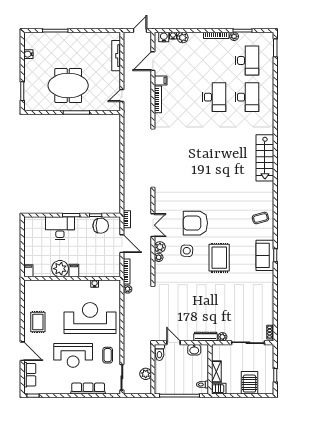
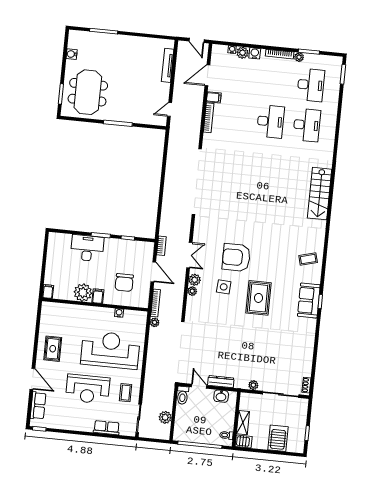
door: (140, 31) -> (197, 40), swing flipped
water cooler: (164, 37) -> (255, 53), moved
meeting table: (68, 85) -> (88, 92), moved, turned 90
chair: (101, 226) -> (124, 282), moved, turned 90
dresser: (206, 337) -> (221, 382), moved
row of seats: (88, 389) -> (107, 428), width x0.68

